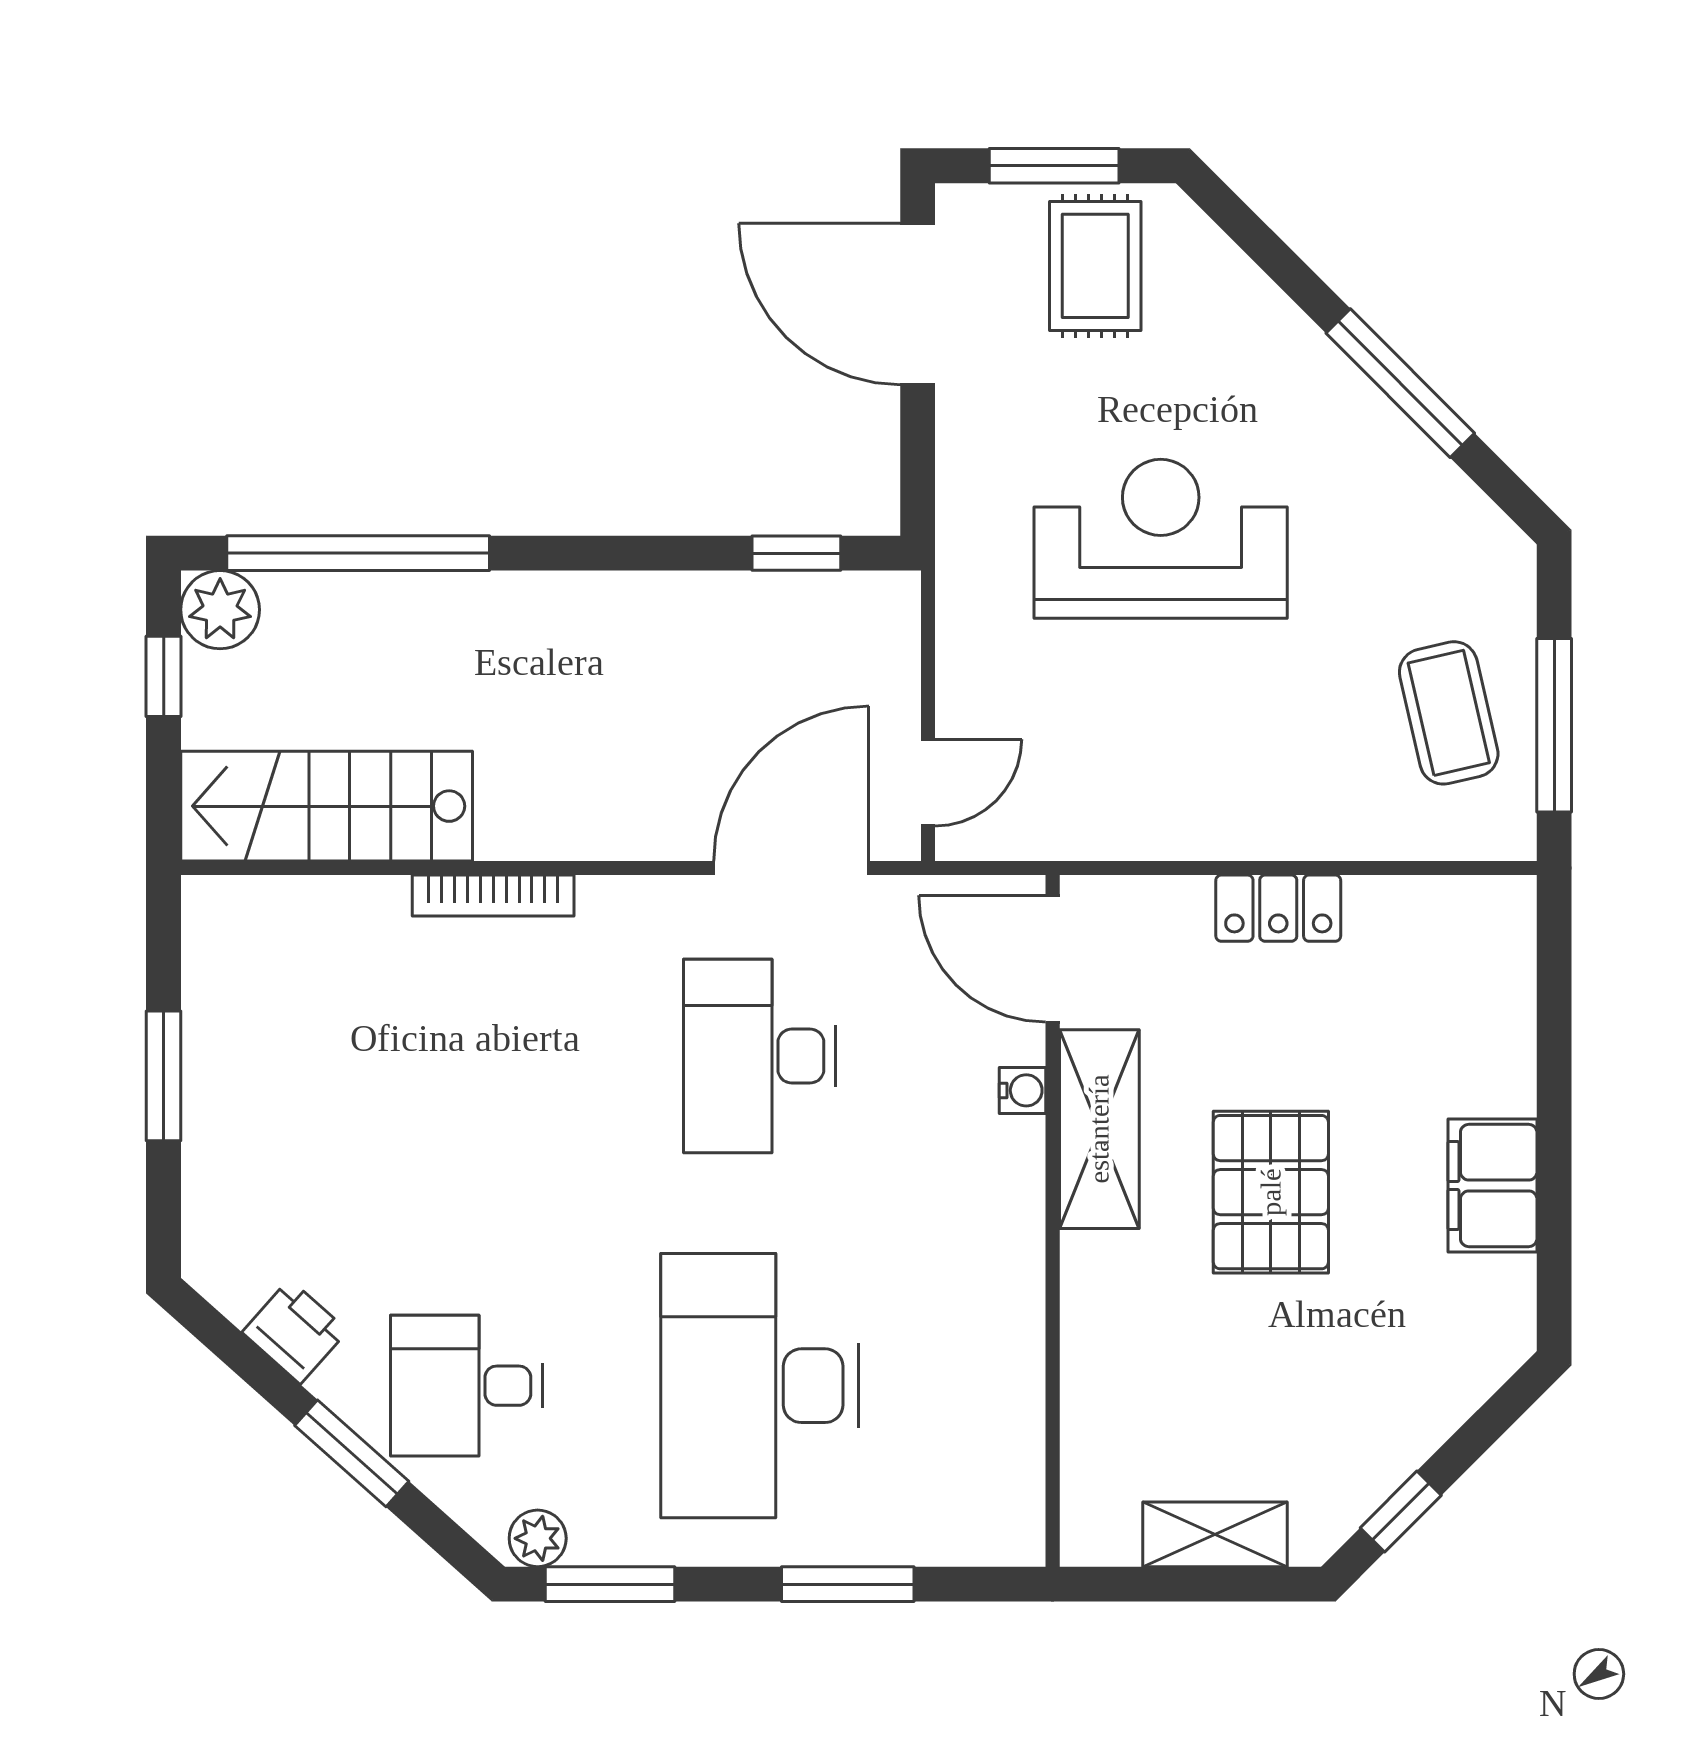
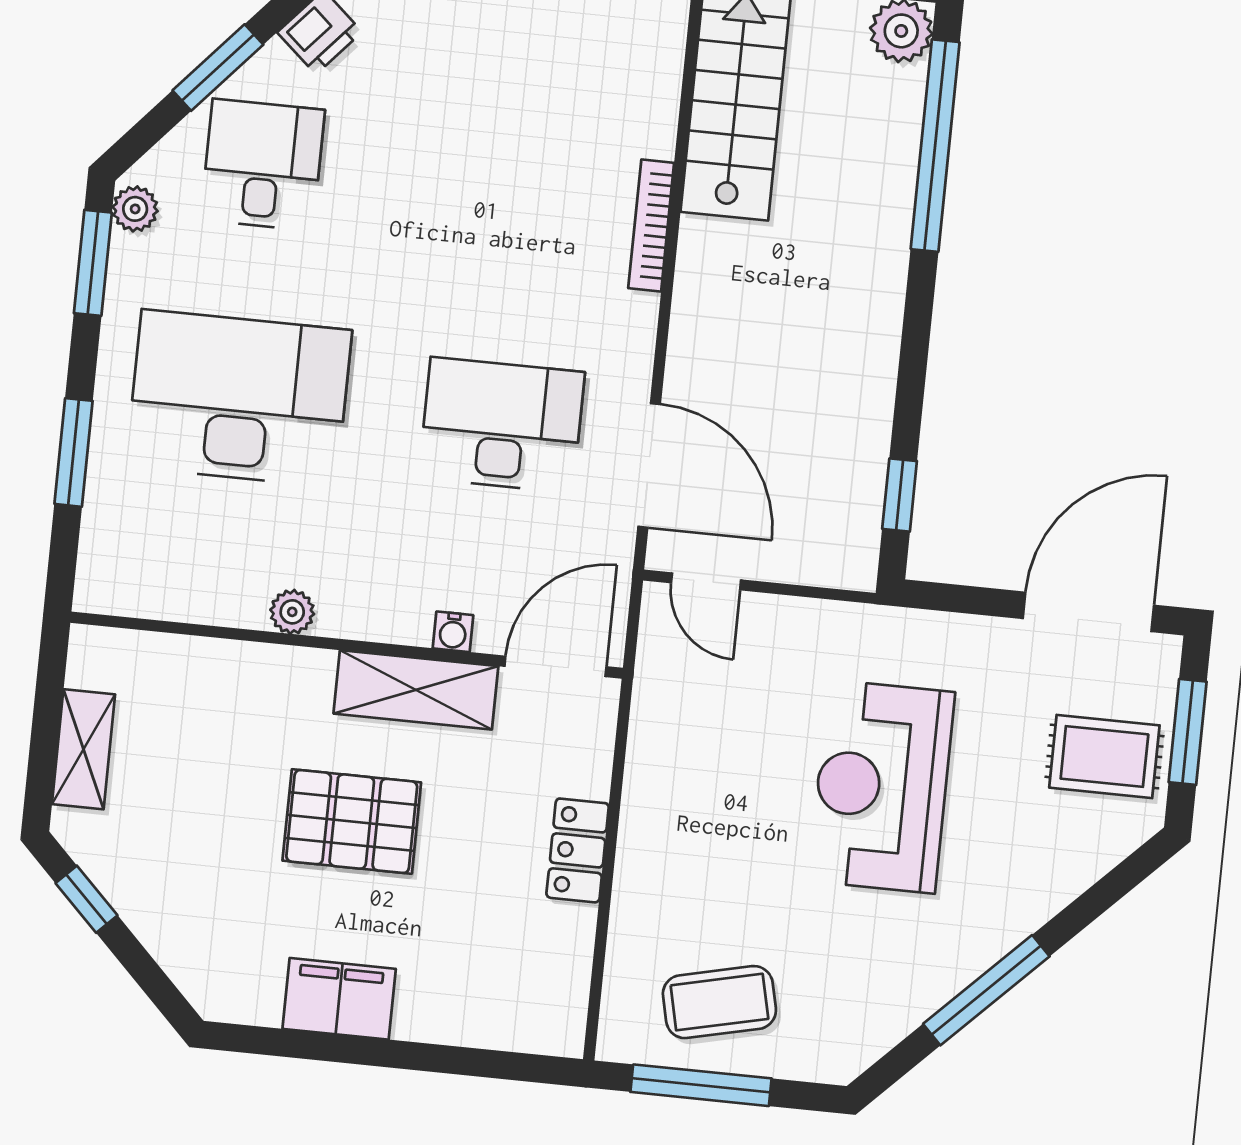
reception desk: (1161, 539) -> (882, 787), turned 180
plant: (1018, 1293) -> (292, 612), added

